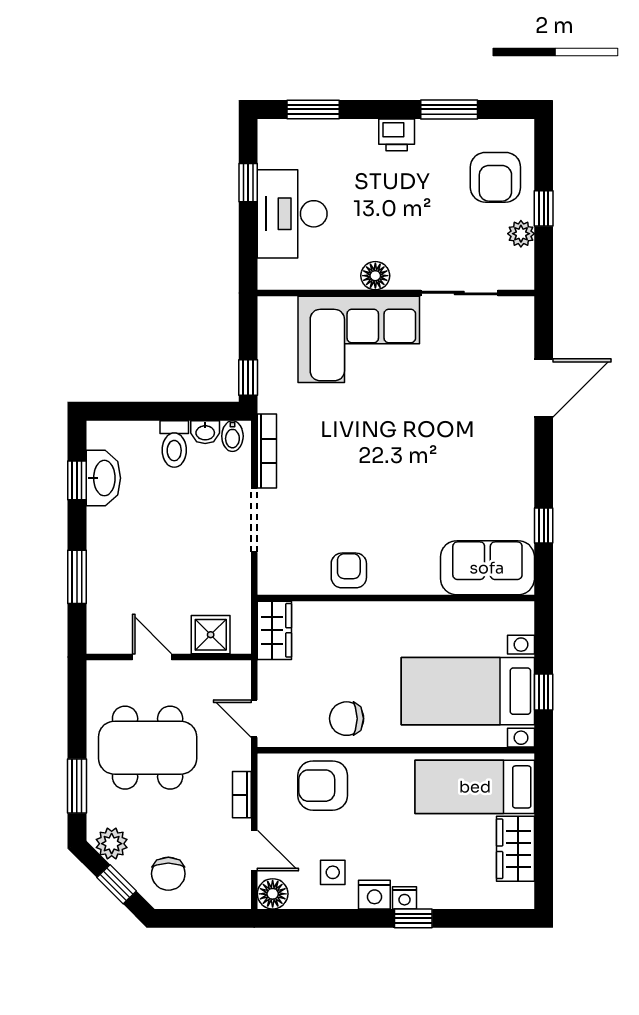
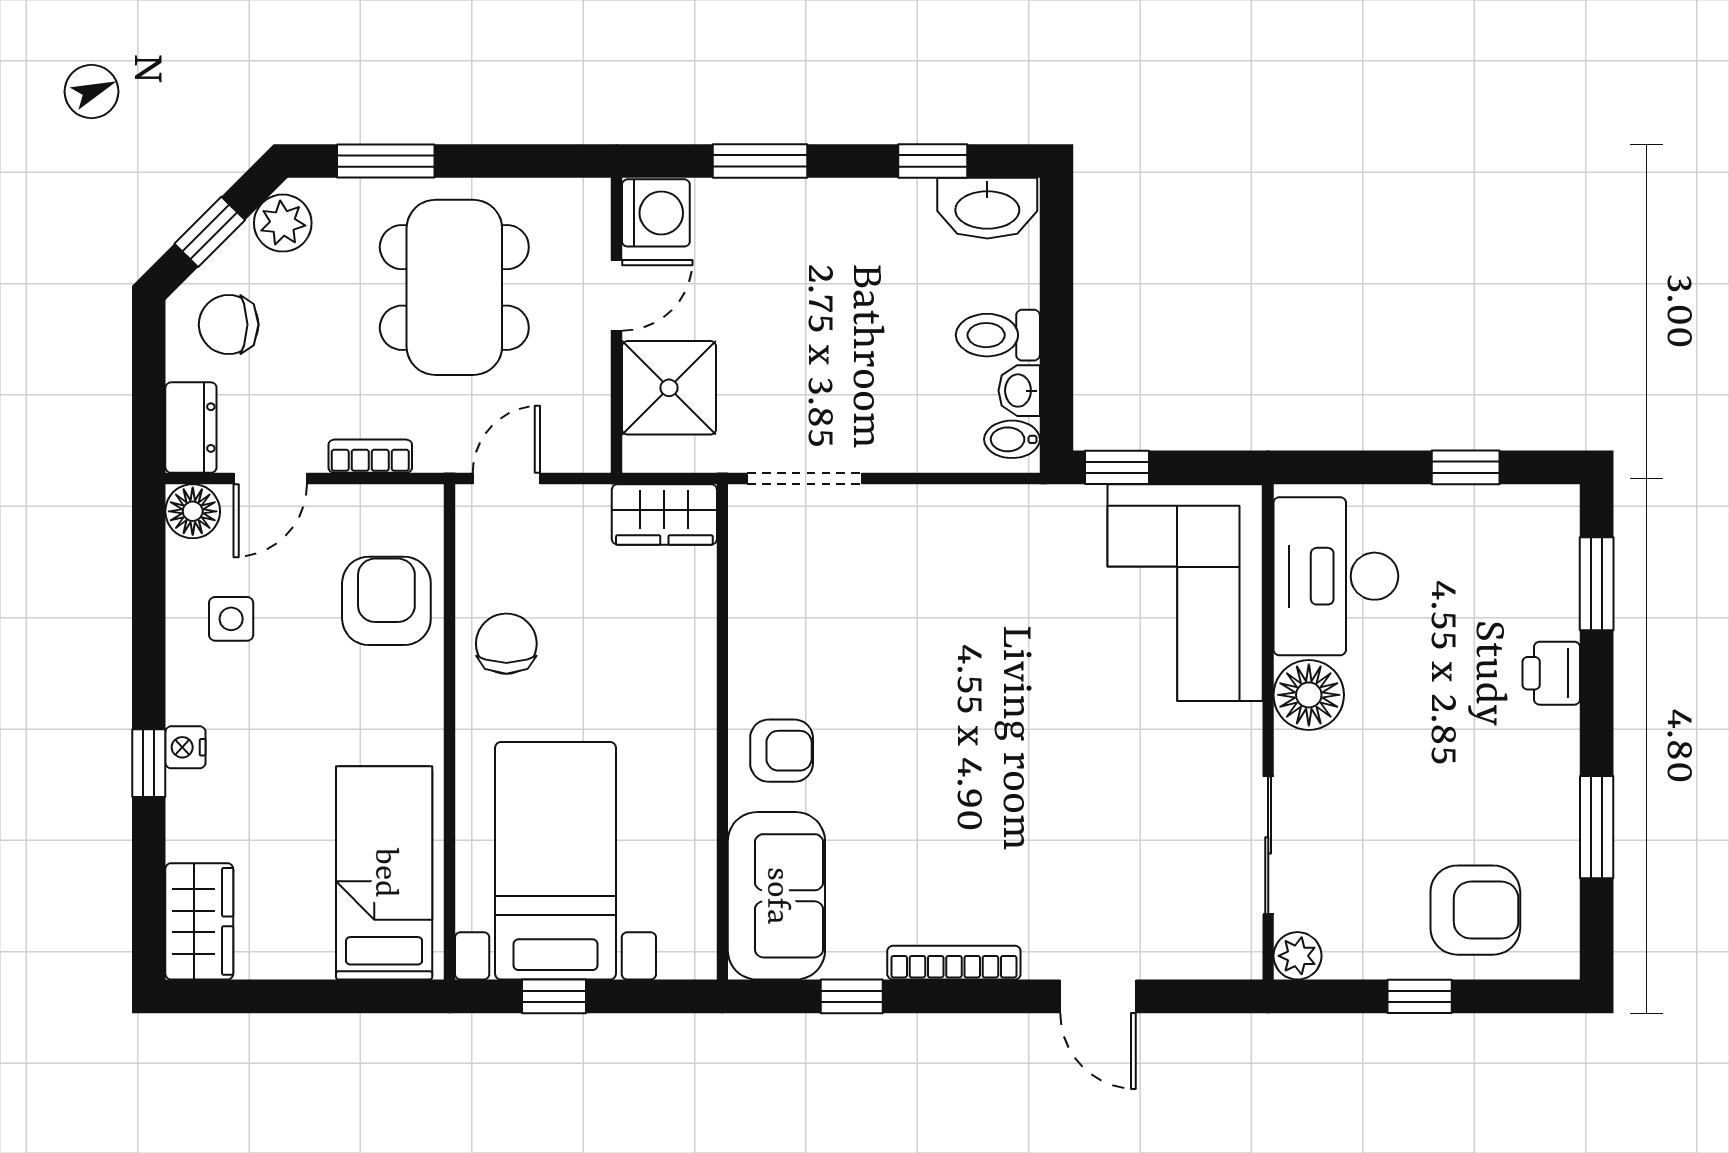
printer: (397, 135) -> (1551, 673), moved
armchair: (495, 177) -> (1475, 910), turned 180
desk: (292, 214) -> (1336, 576), moved, turned -90
plant: (521, 234) -> (1297, 956), moved
floor lamp: (375, 276) -> (1309, 695), width x1.38, depth x1.38
corner sofa: (359, 339) -> (1185, 593), moved
door: (544, 388) -> (1098, 996), width x0.73
bookcase: (267, 451) -> (954, 963), moved, turned 180
washbasin: (103, 478) -> (987, 208), moved
doorway: (254, 520) -> (805, 478), moved
armchair: (349, 570) -> (782, 751), moved
washing machine: (106, 635) -> (656, 213), added
shower: (211, 635) -> (669, 388), width x1.36, depth x1.36
wardrobe: (515, 849) -> (199, 921), moved, turned 90
dresser: (226, 895) -> (191, 428), added
nightstand: (374, 895) -> (191, 694), removed

